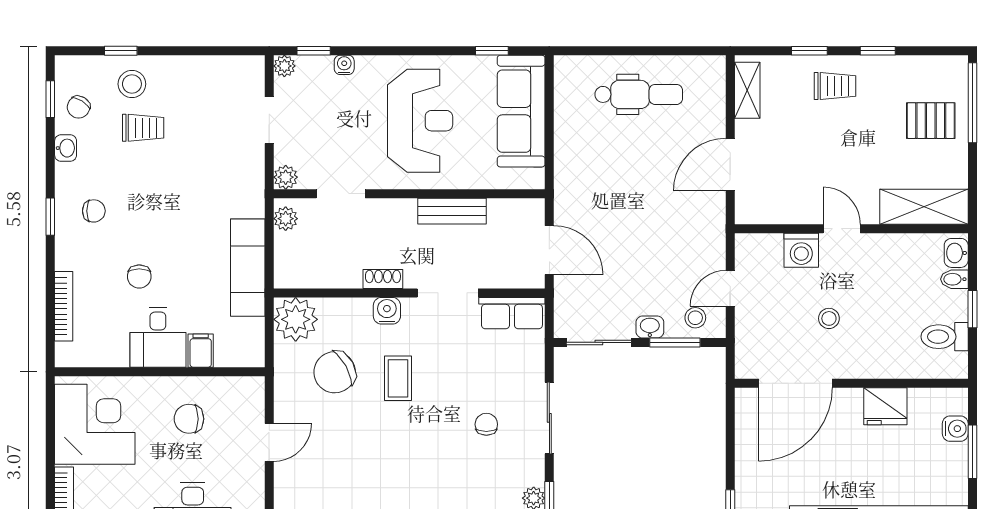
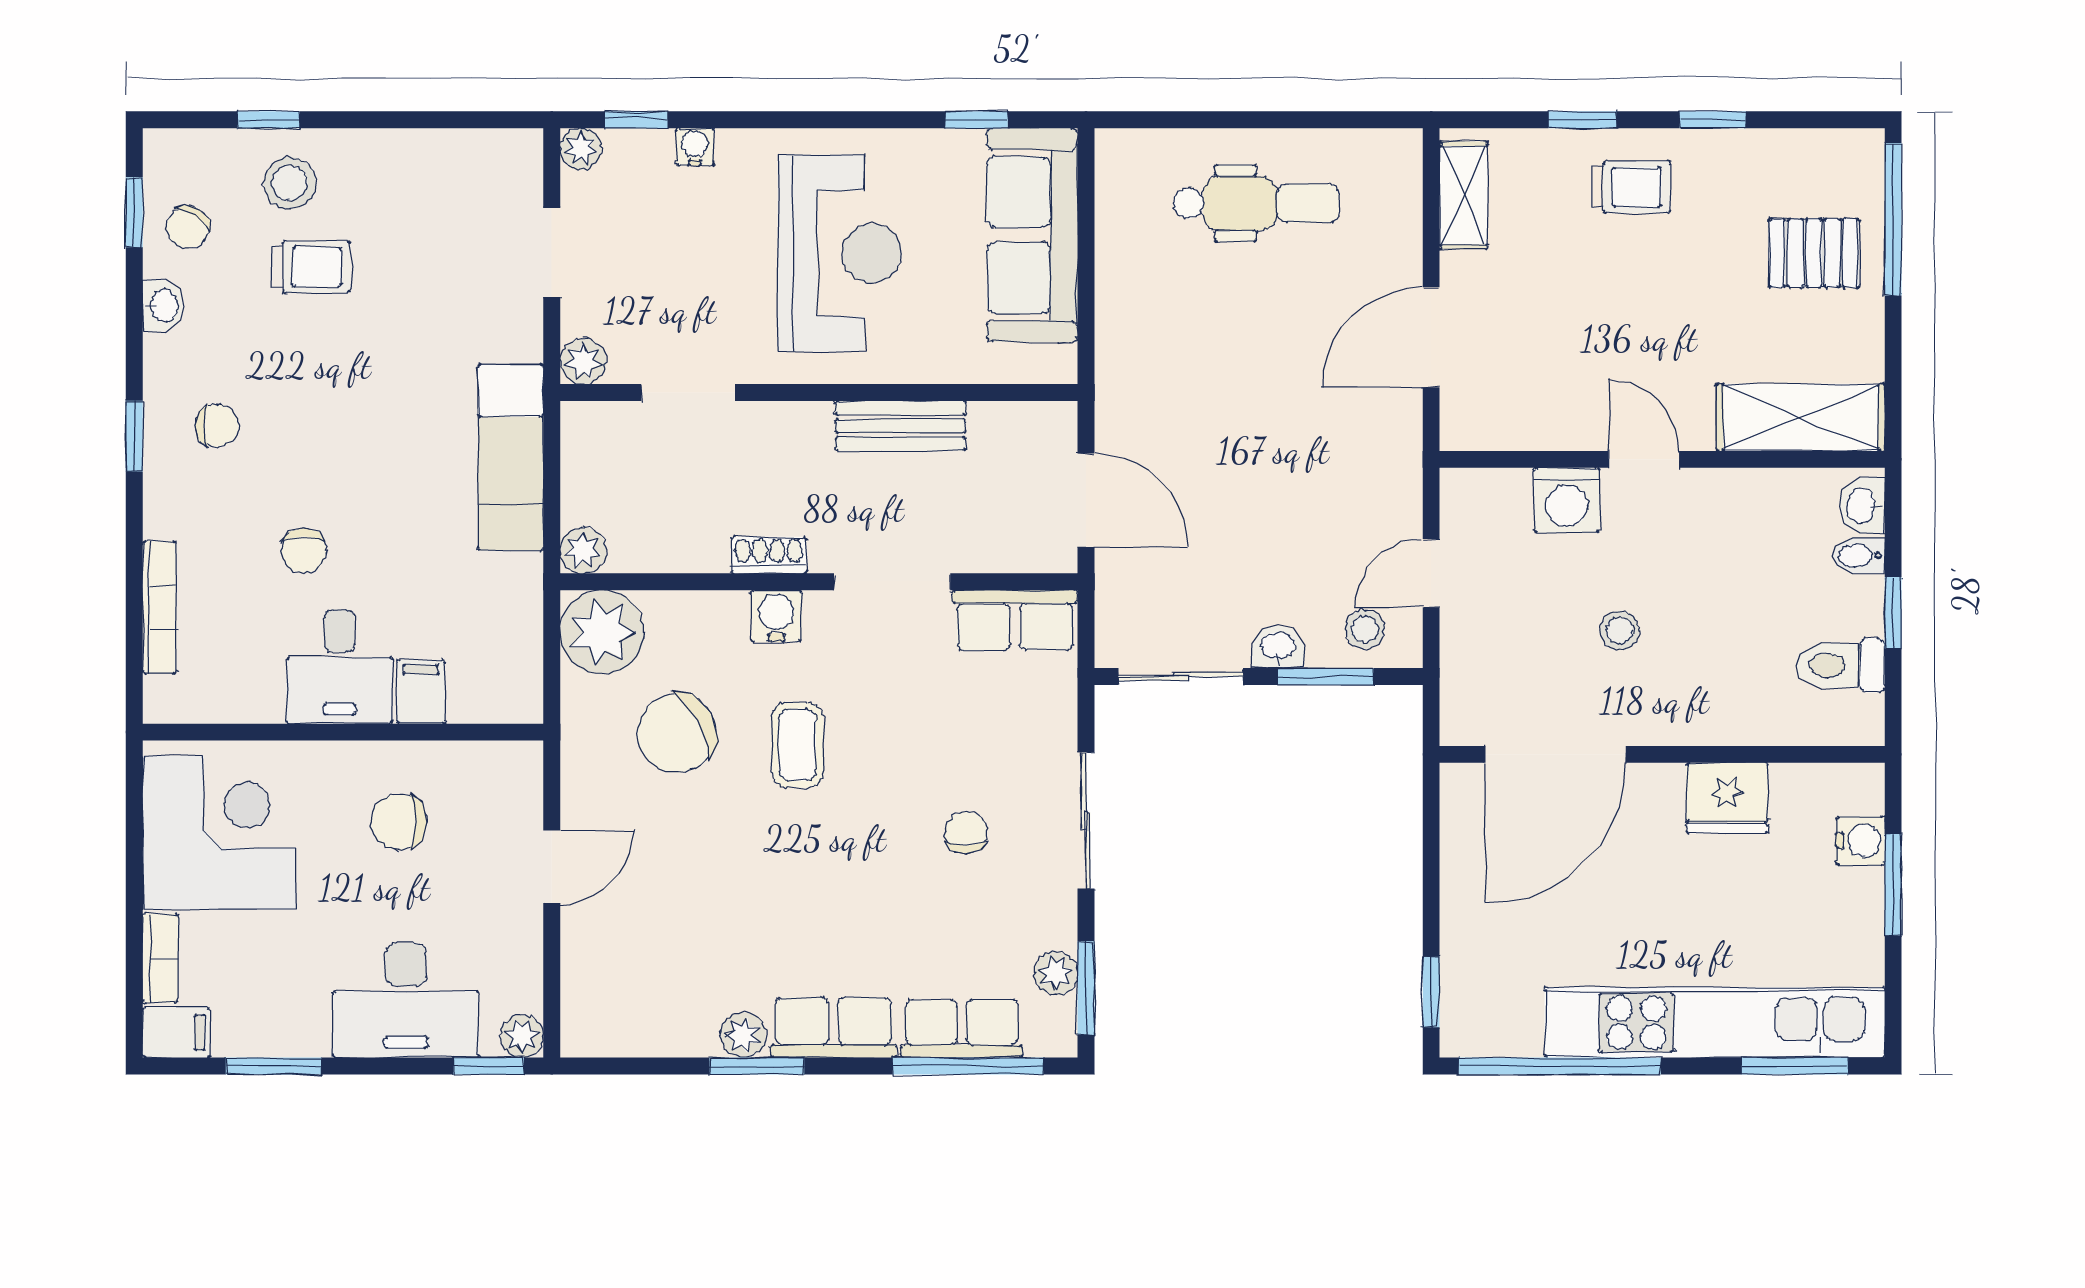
plant: (286, 219) -> (583, 550), moved
exam couch: (248, 268) -> (511, 457), moved

